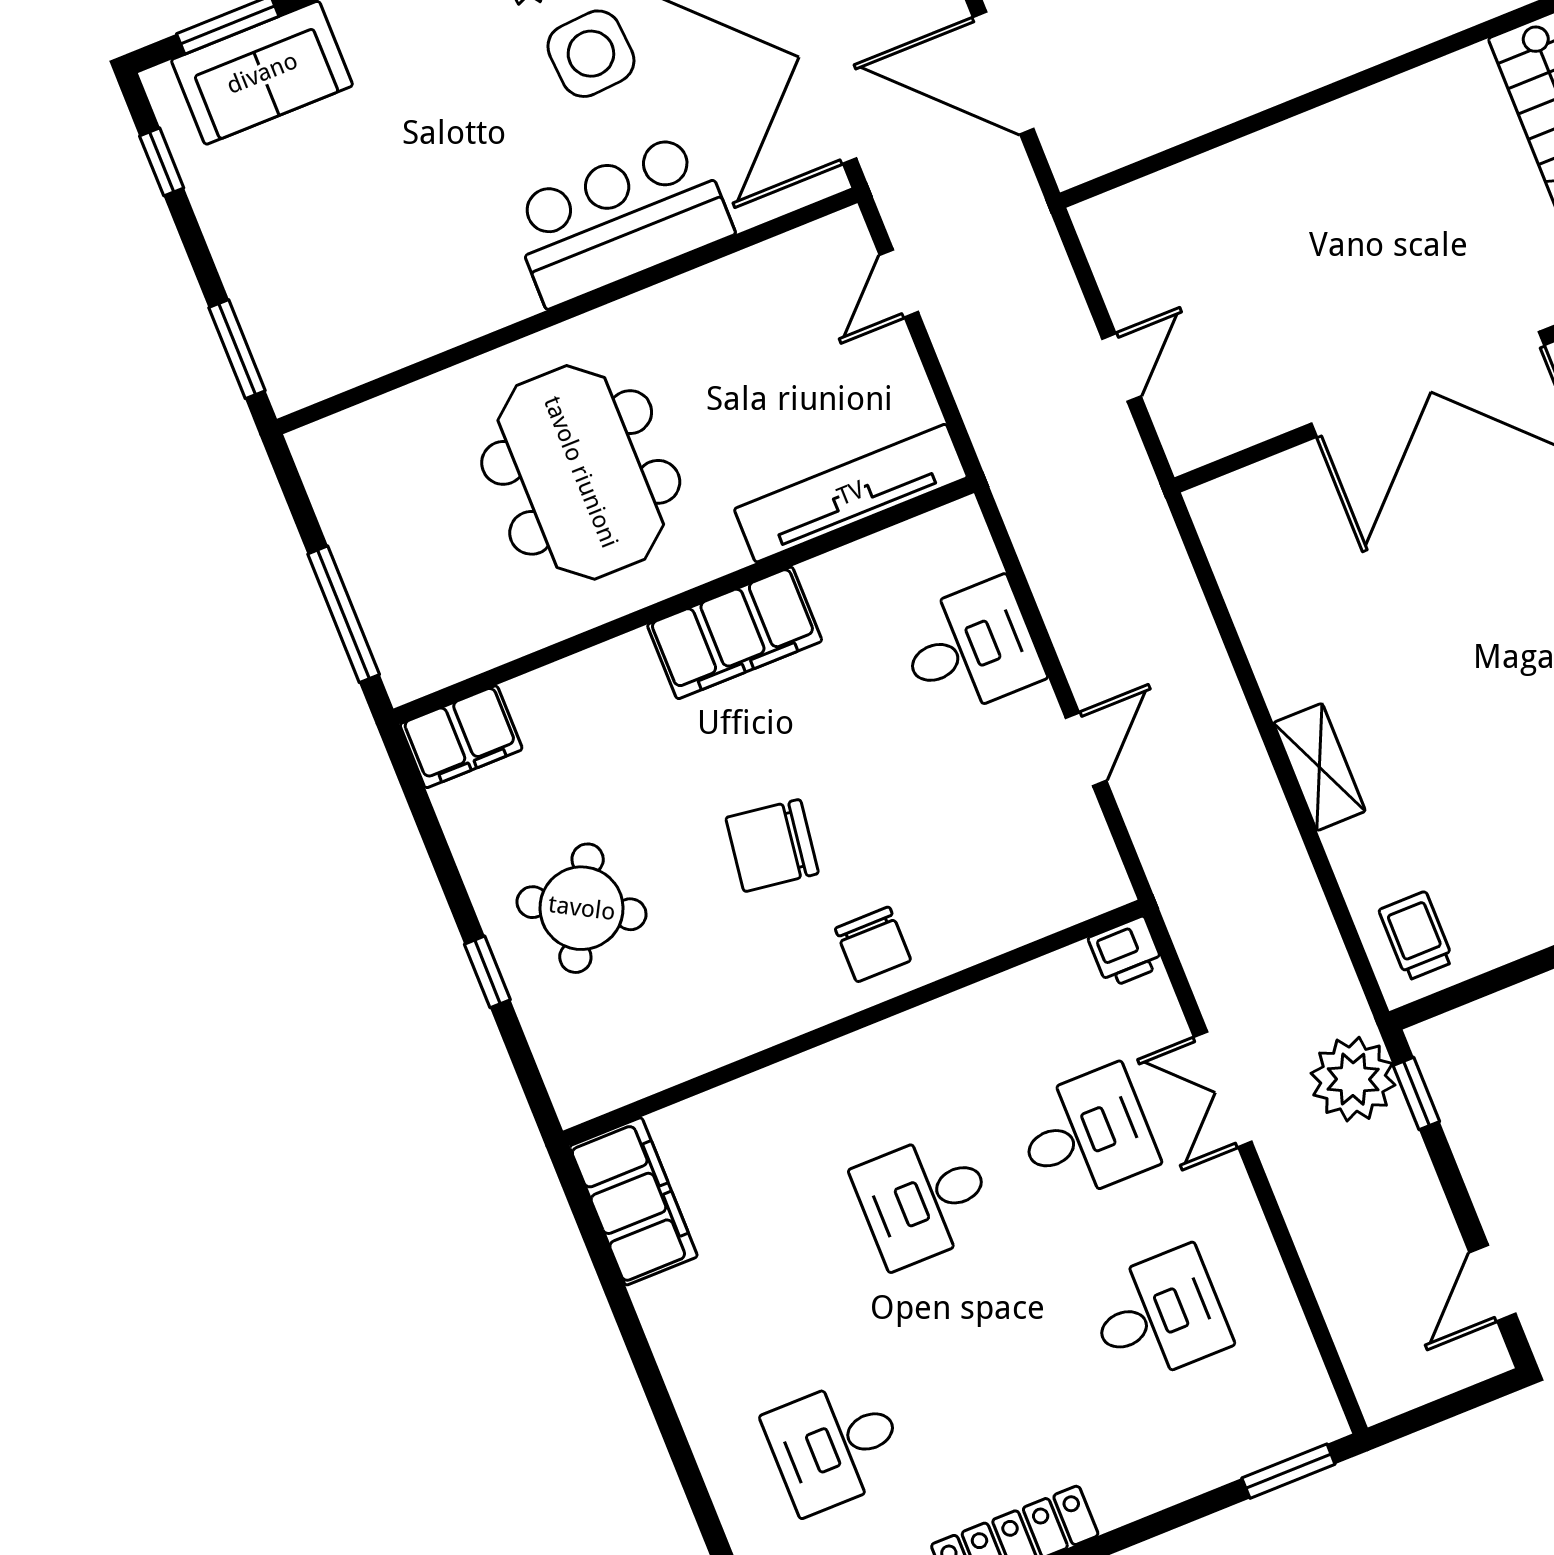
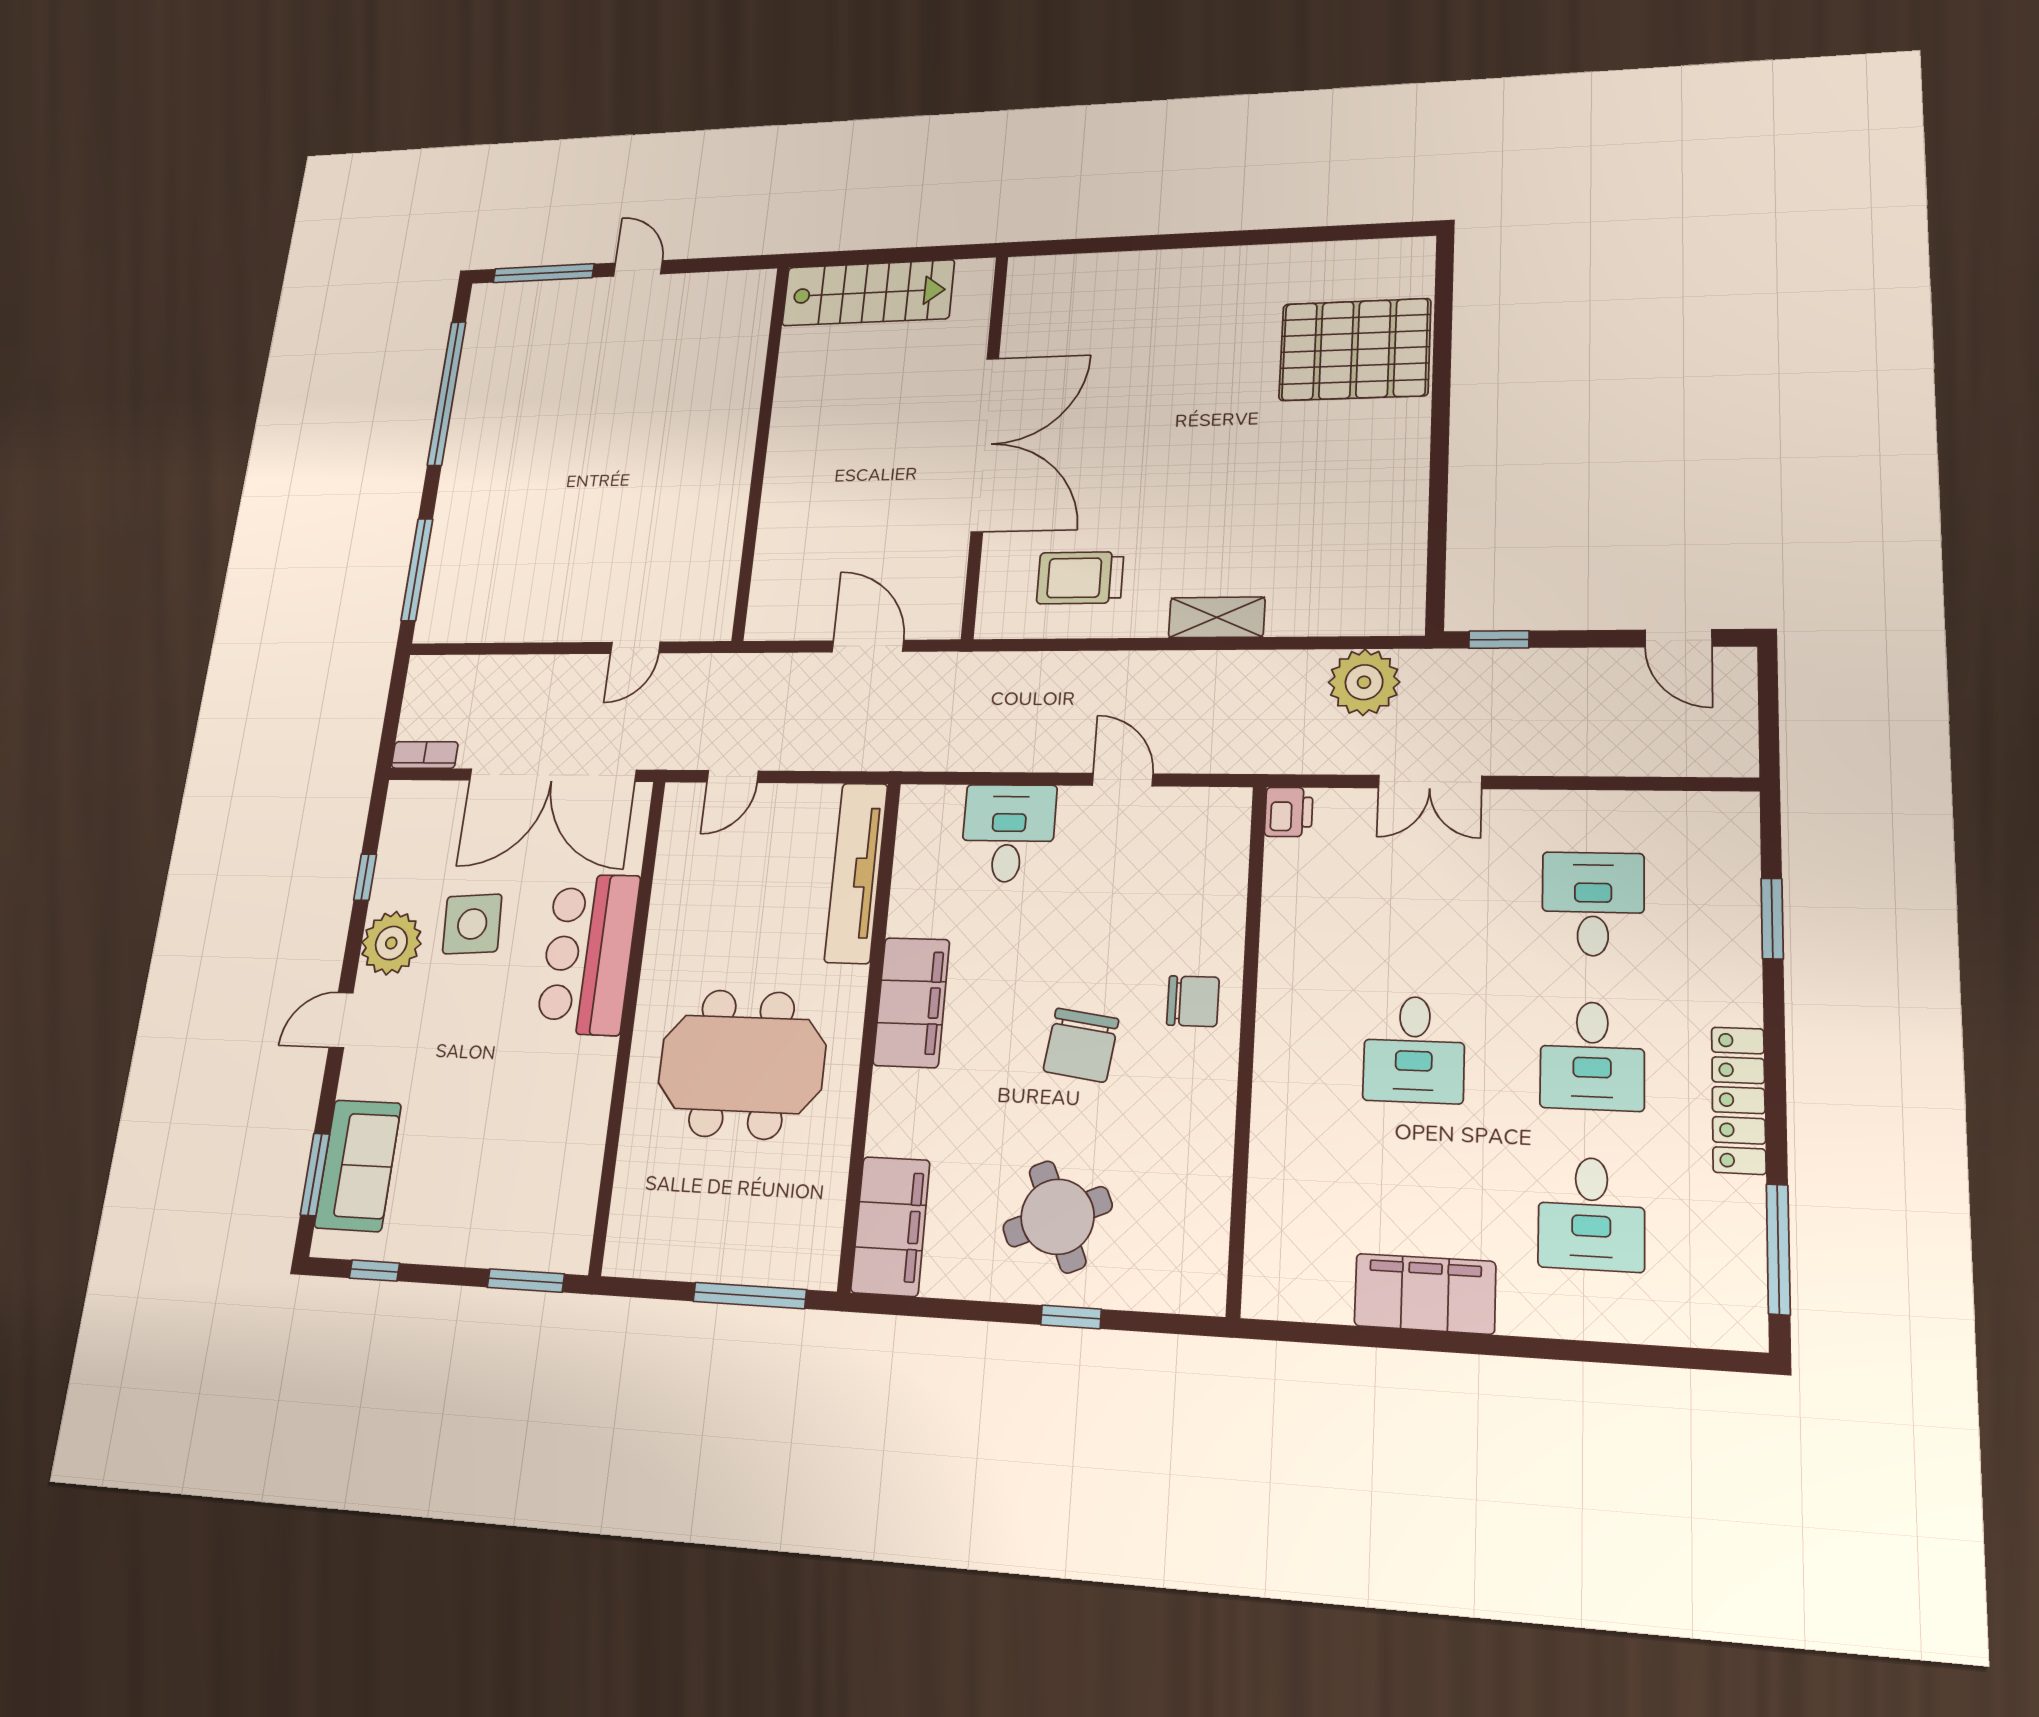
door: (1003, 73) -> (635, 648), width x0.53
door: (899, 284) -> (733, 777), hinge flipped
door: (1122, 367) -> (868, 646), width x1.38
filing cabinet: (461, 737) -> (890, 1226), width x1.50, depth x1.17
round table: (582, 908) -> (1058, 1217), turned 38
trolley: (1416, 936) -> (1080, 578), moved, width x1.36, depth x1.39
plant: (1353, 1079) -> (1364, 682), moved
desk: (1086, 1134) -> (1592, 1056), moved, turned 180
filing cabinet: (634, 1201) -> (1425, 1294), moved
window: (1288, 1471) -> (1772, 918), moved

